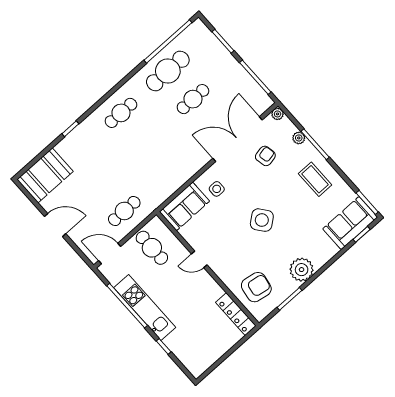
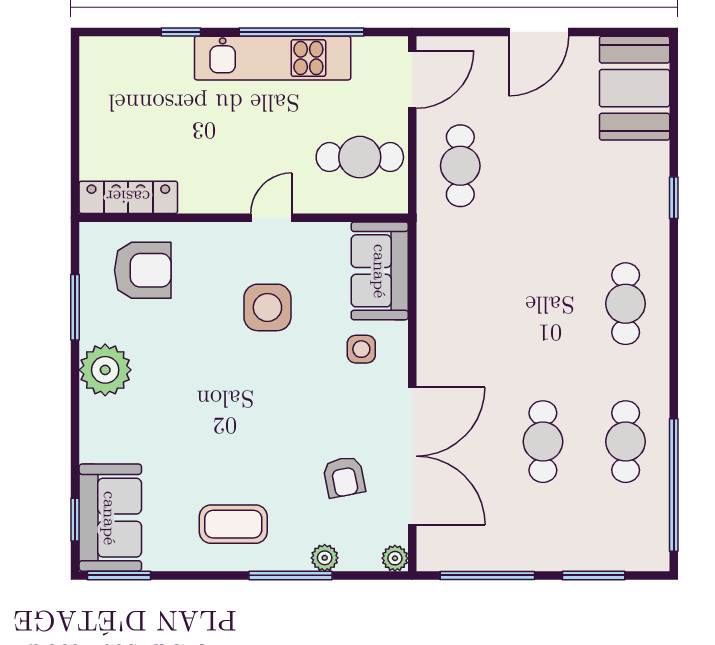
cafe table: (168, 71) -> (626, 442), width x0.73, depth x0.74
side table: (262, 220) -> (267, 307), moved, turned 38
armchair: (256, 287) -> (143, 270), turned -100

